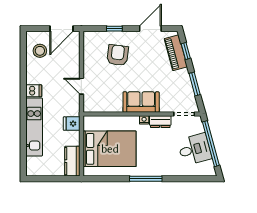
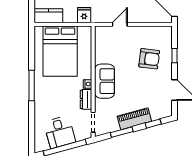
piano: (176, 53) -> (134, 119), moved

